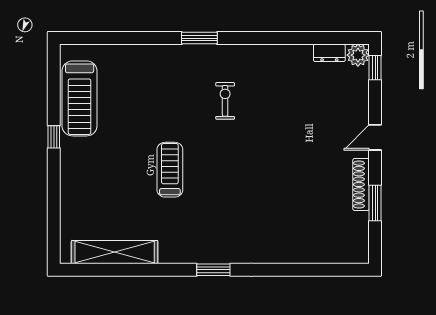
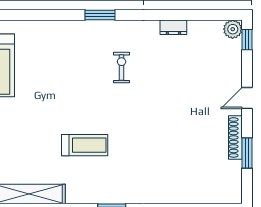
dresser: (329, 53) -> (173, 27), moved
treadmill: (170, 170) -> (85, 145), moved, turned 90

